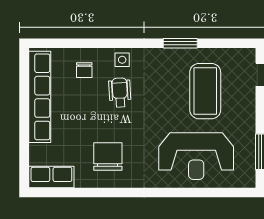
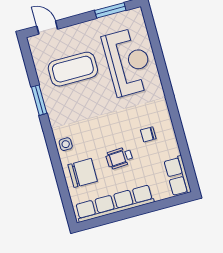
chair: (84, 70) -> (83, 173), width x1.87, depth x1.87
wheelchair: (120, 92) -> (119, 158), moved
chair: (108, 157) -> (148, 134), width x0.54, depth x0.54

